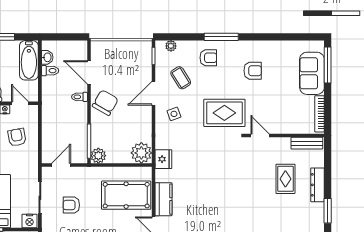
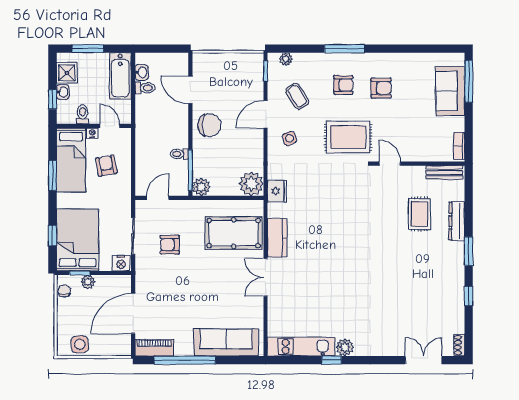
armchair: (208, 58) -> (343, 85), moved
toilet: (79, 97) -> (179, 154), moved
chair: (105, 103) -> (209, 125), turned 60
bookcase: (320, 114) -> (459, 146), width x0.64

